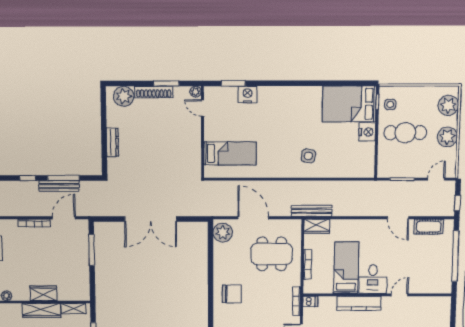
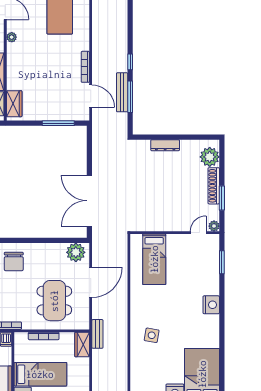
nightstand: (248, 94) -> (211, 305), moved
bench: (312, 211) -> (97, 334), width x0.73
double door: (151, 219) -> (89, 201), moved
wardrobe: (44, 293) -> (14, 104), moved

